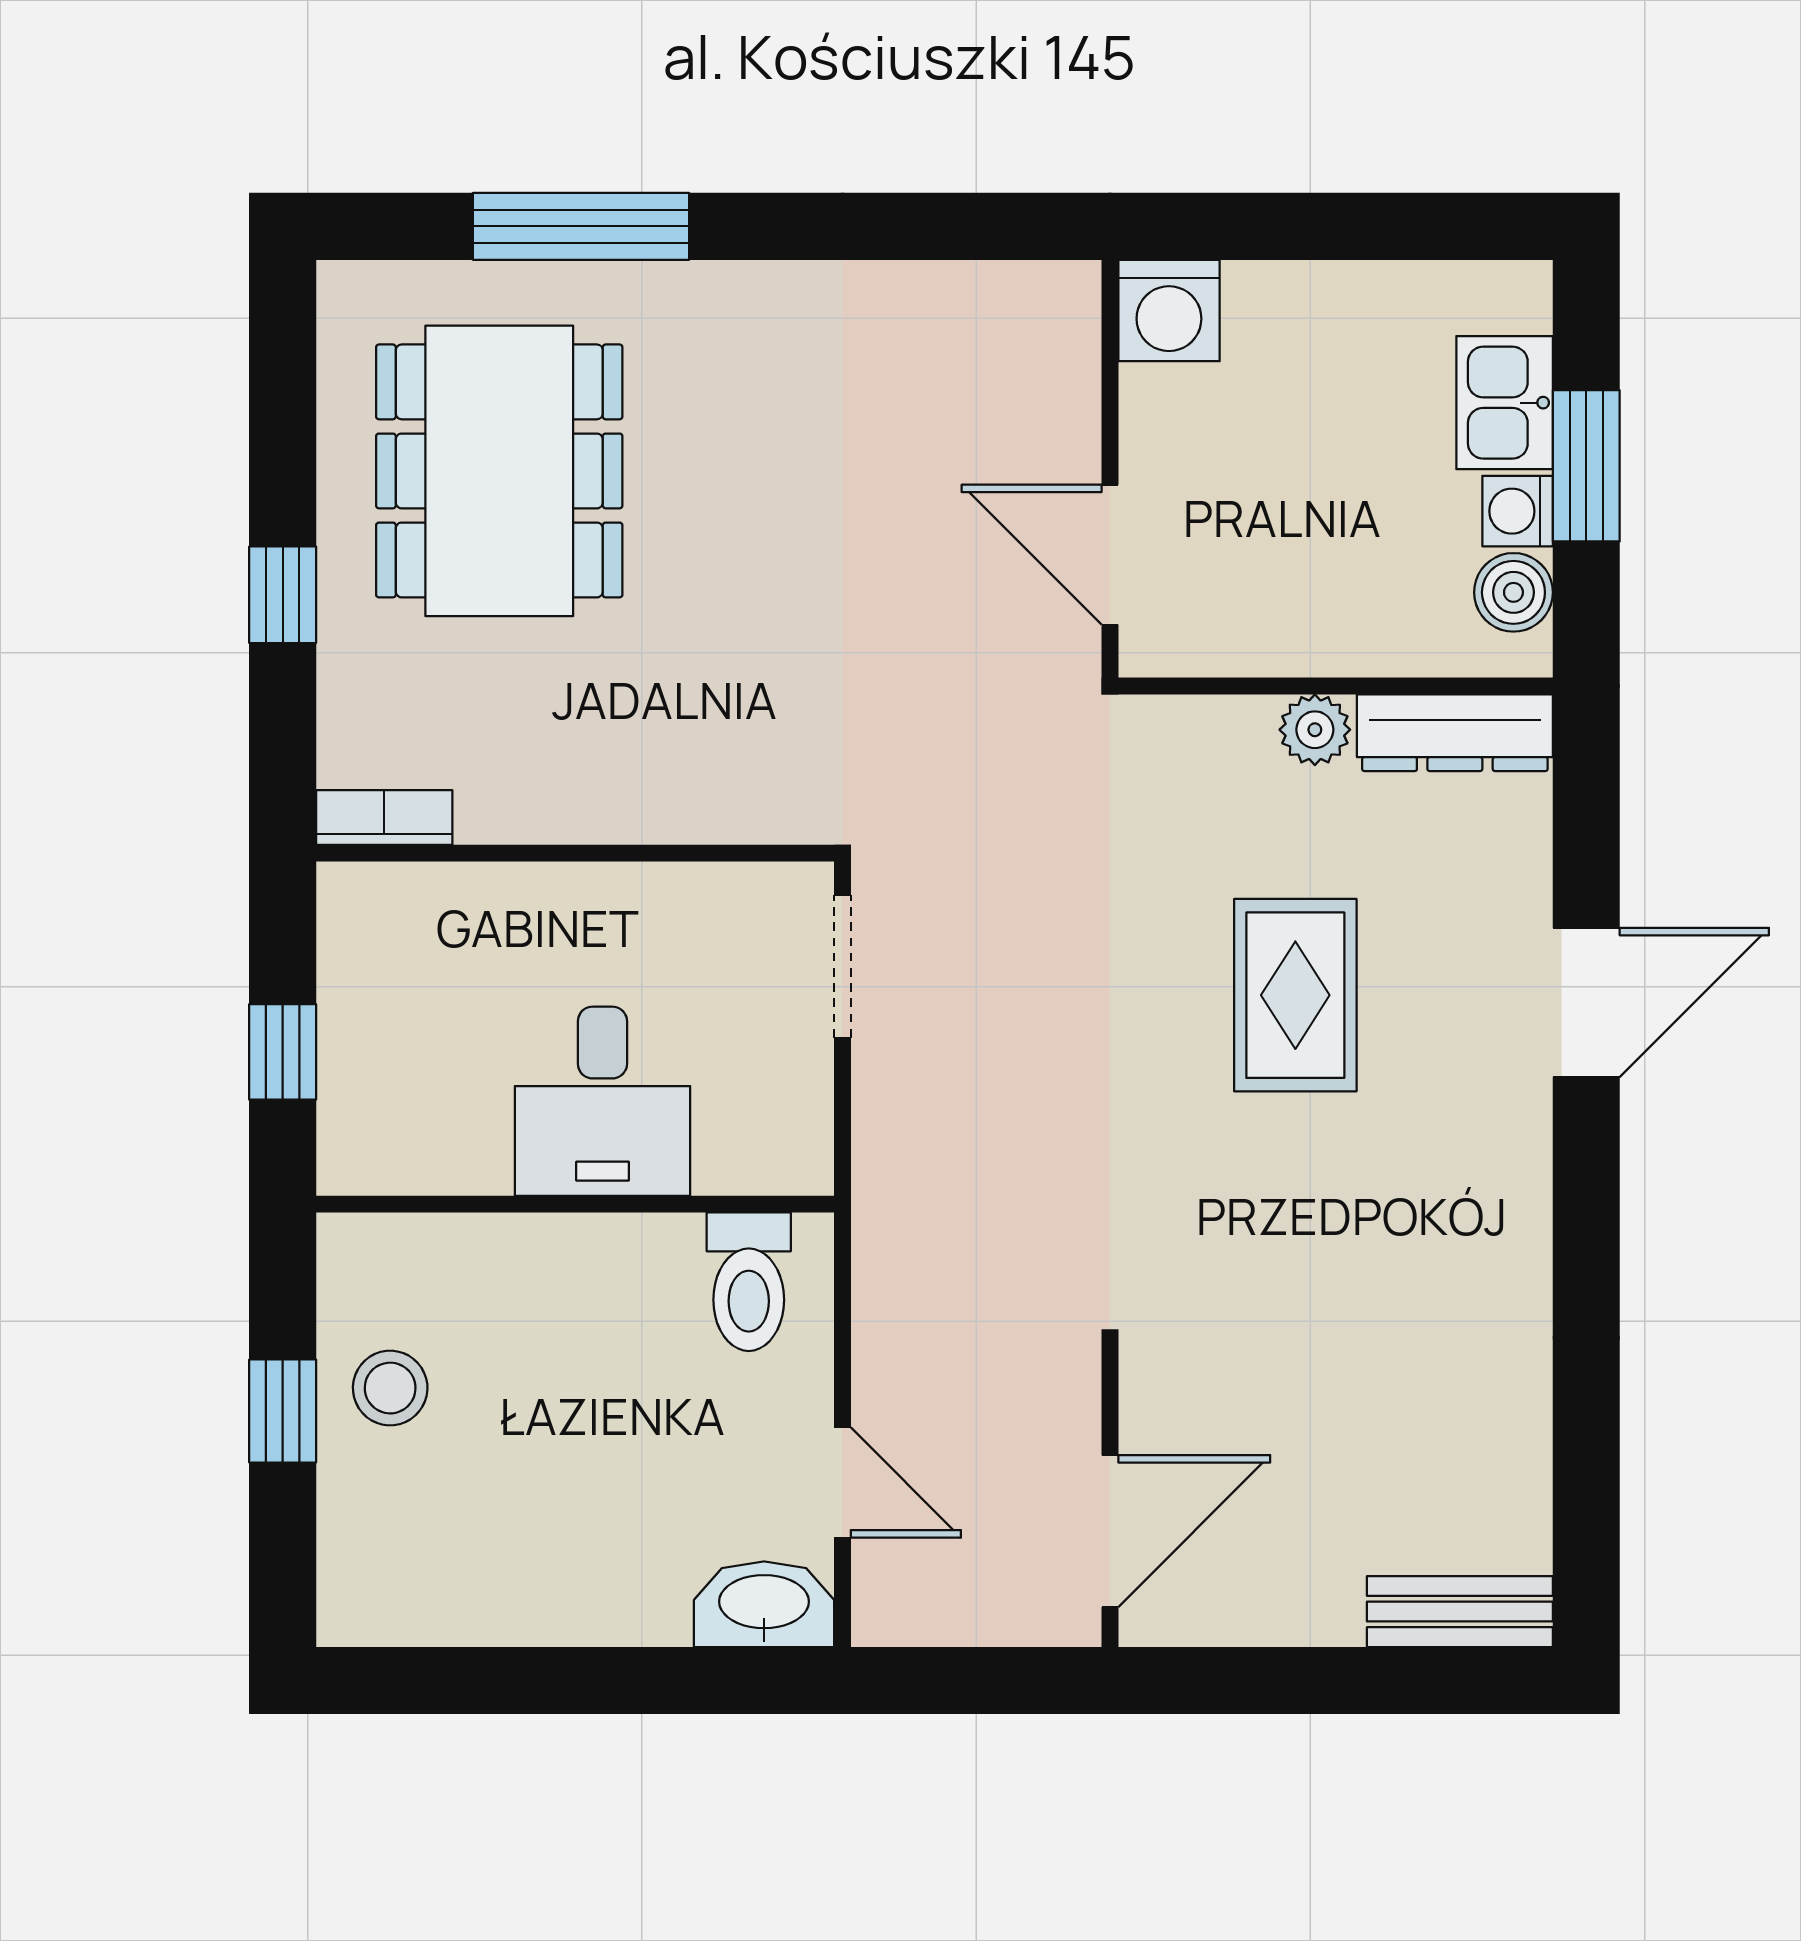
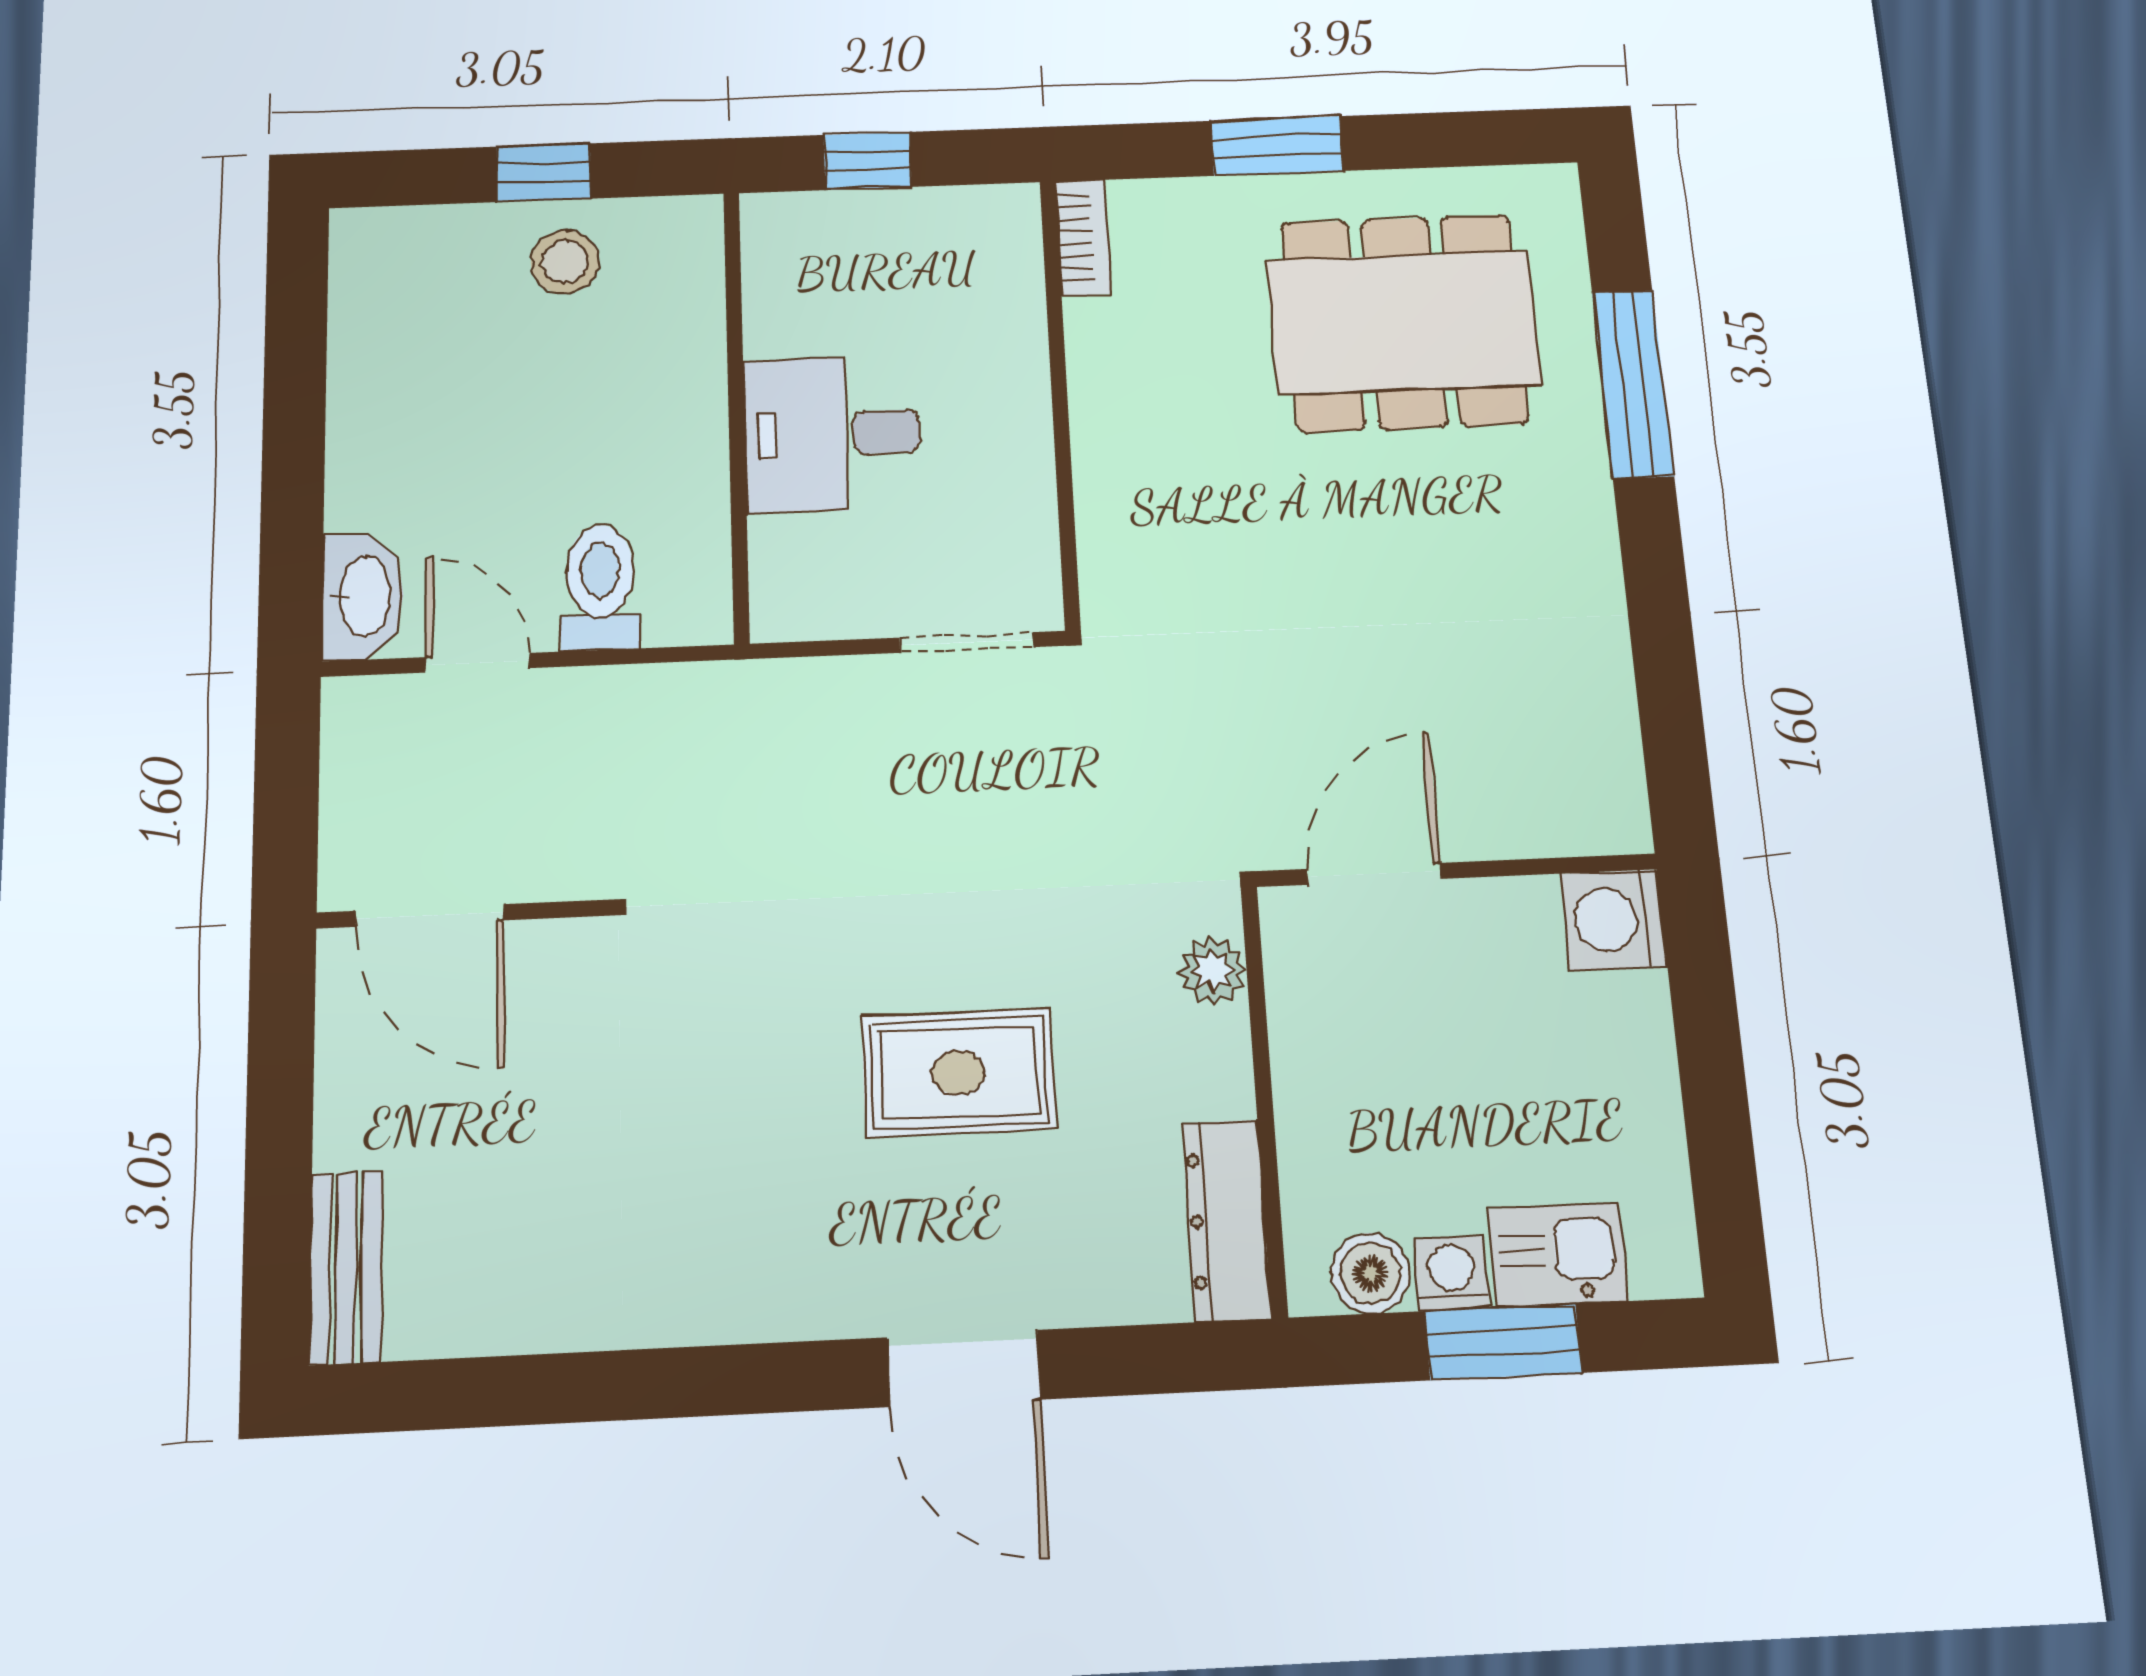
window: (283, 595) -> (1277, 146), width x1.50
plant: (1315, 730) -> (1212, 971), moved
toilet: (749, 1282) -> (600, 587), moved, turned 90
door: (842, 1483) -> (478, 663), swing flipped

